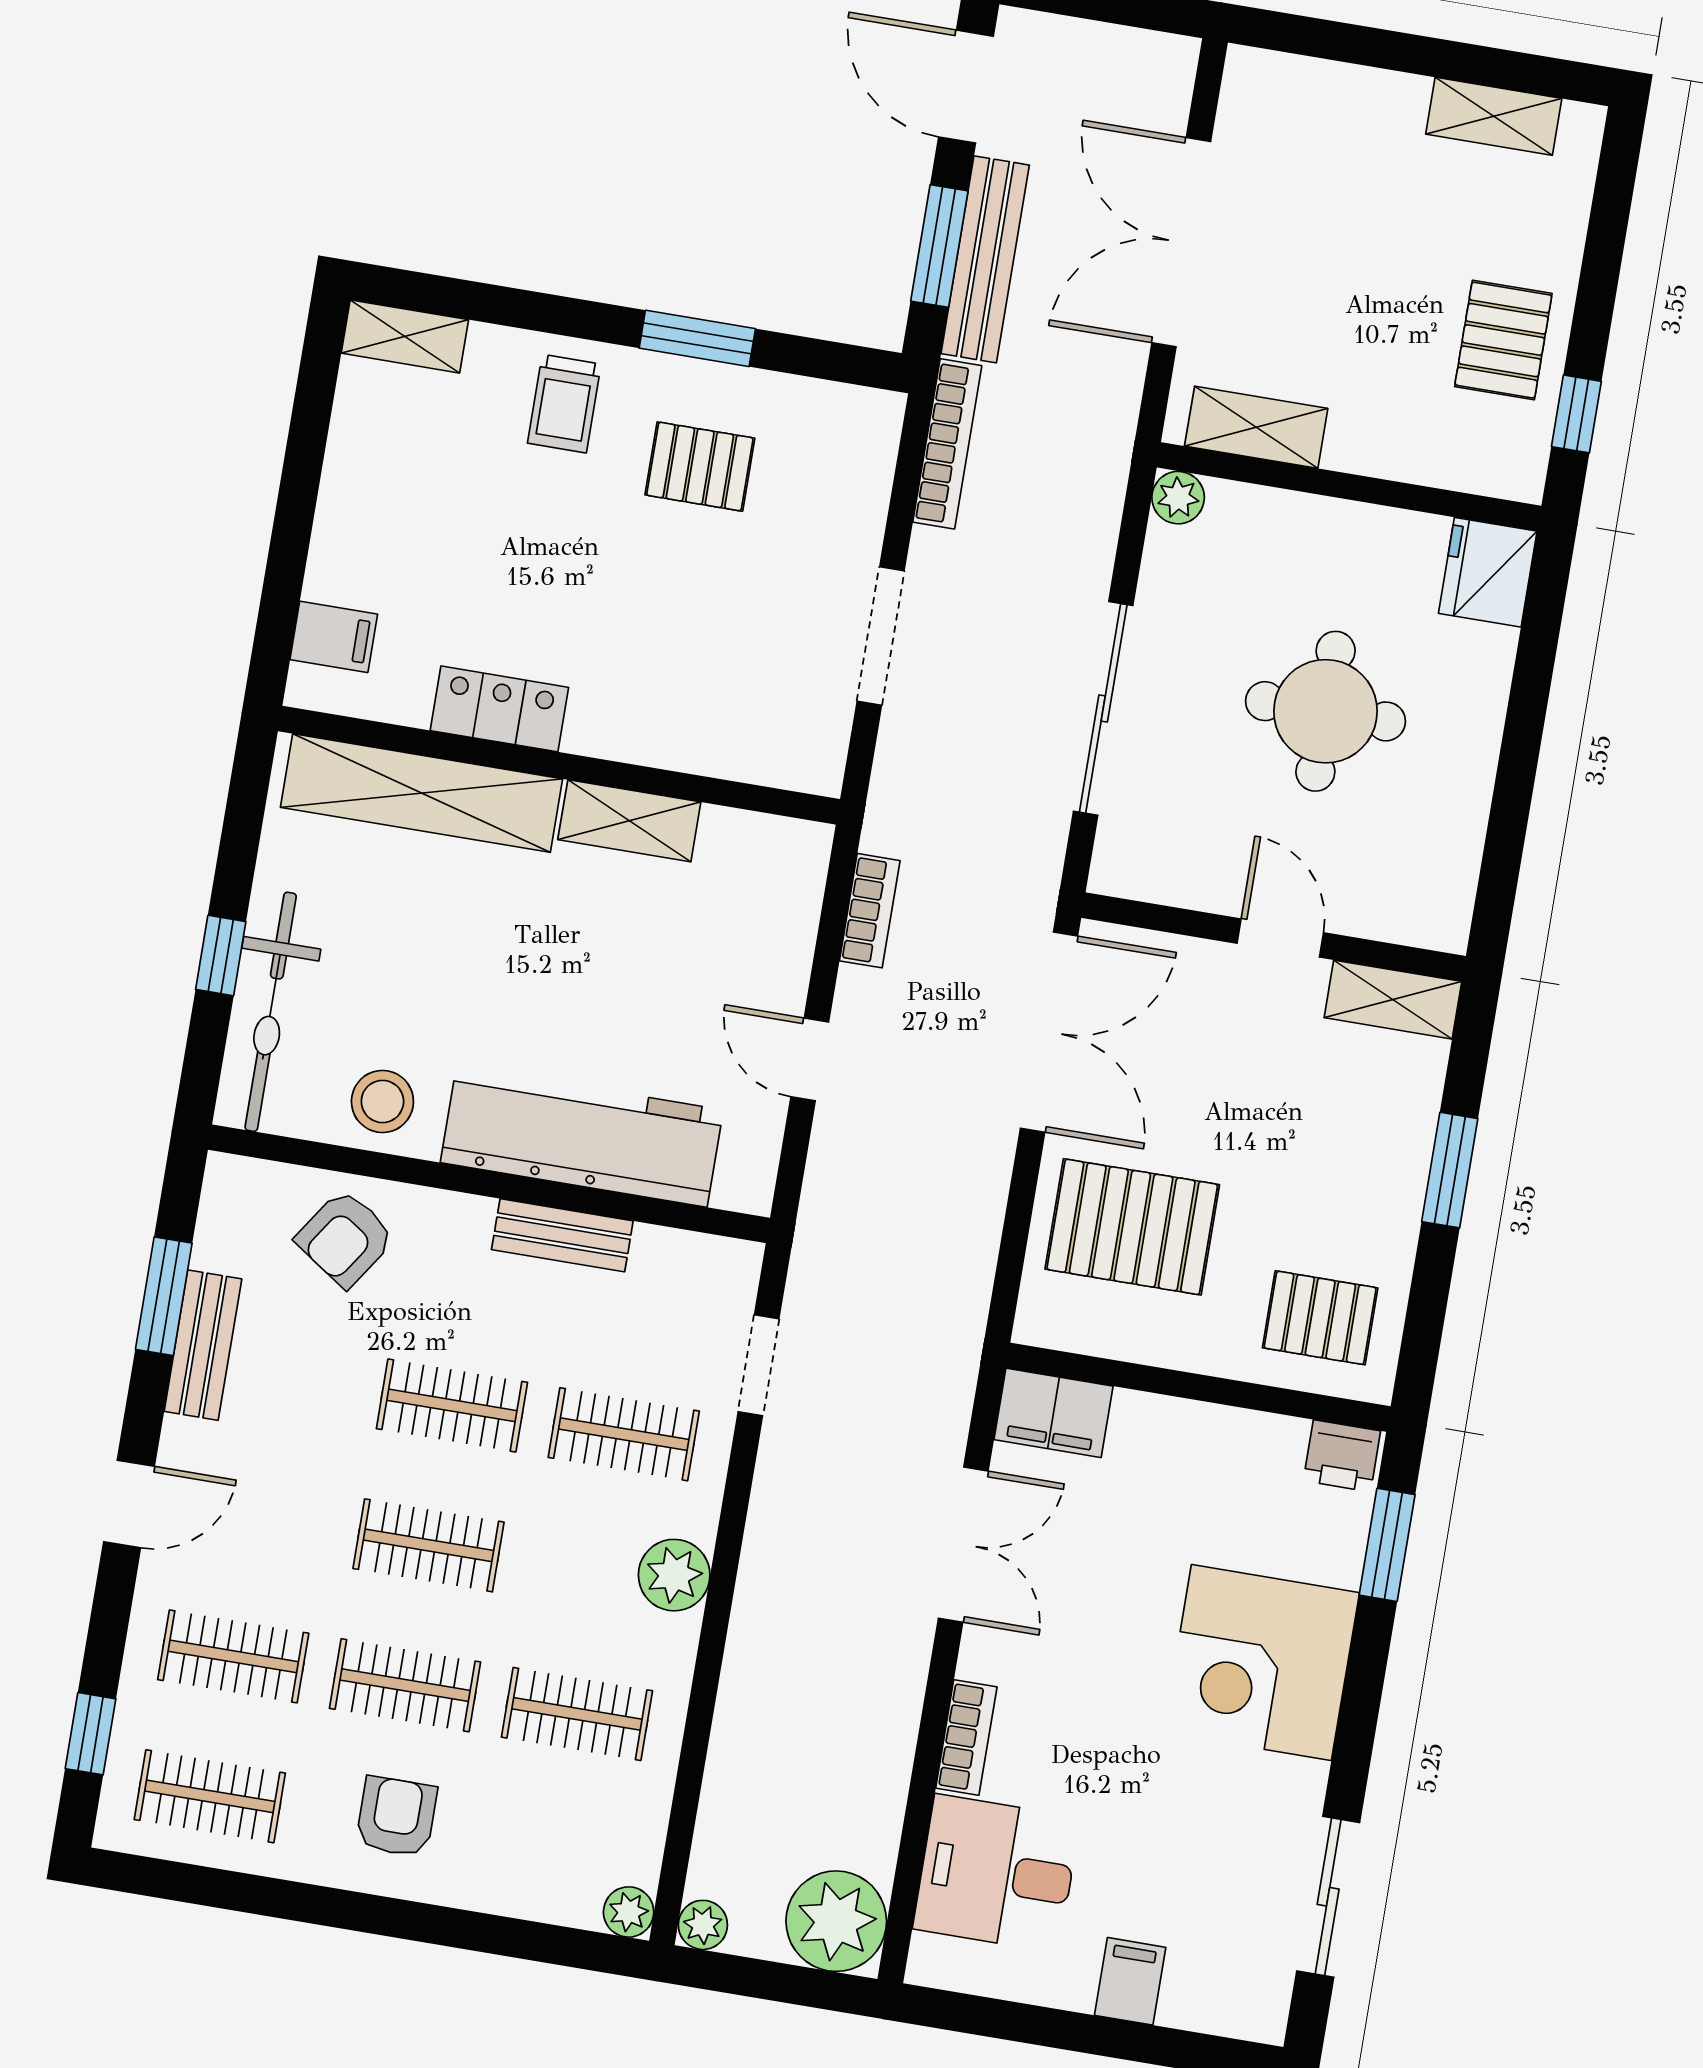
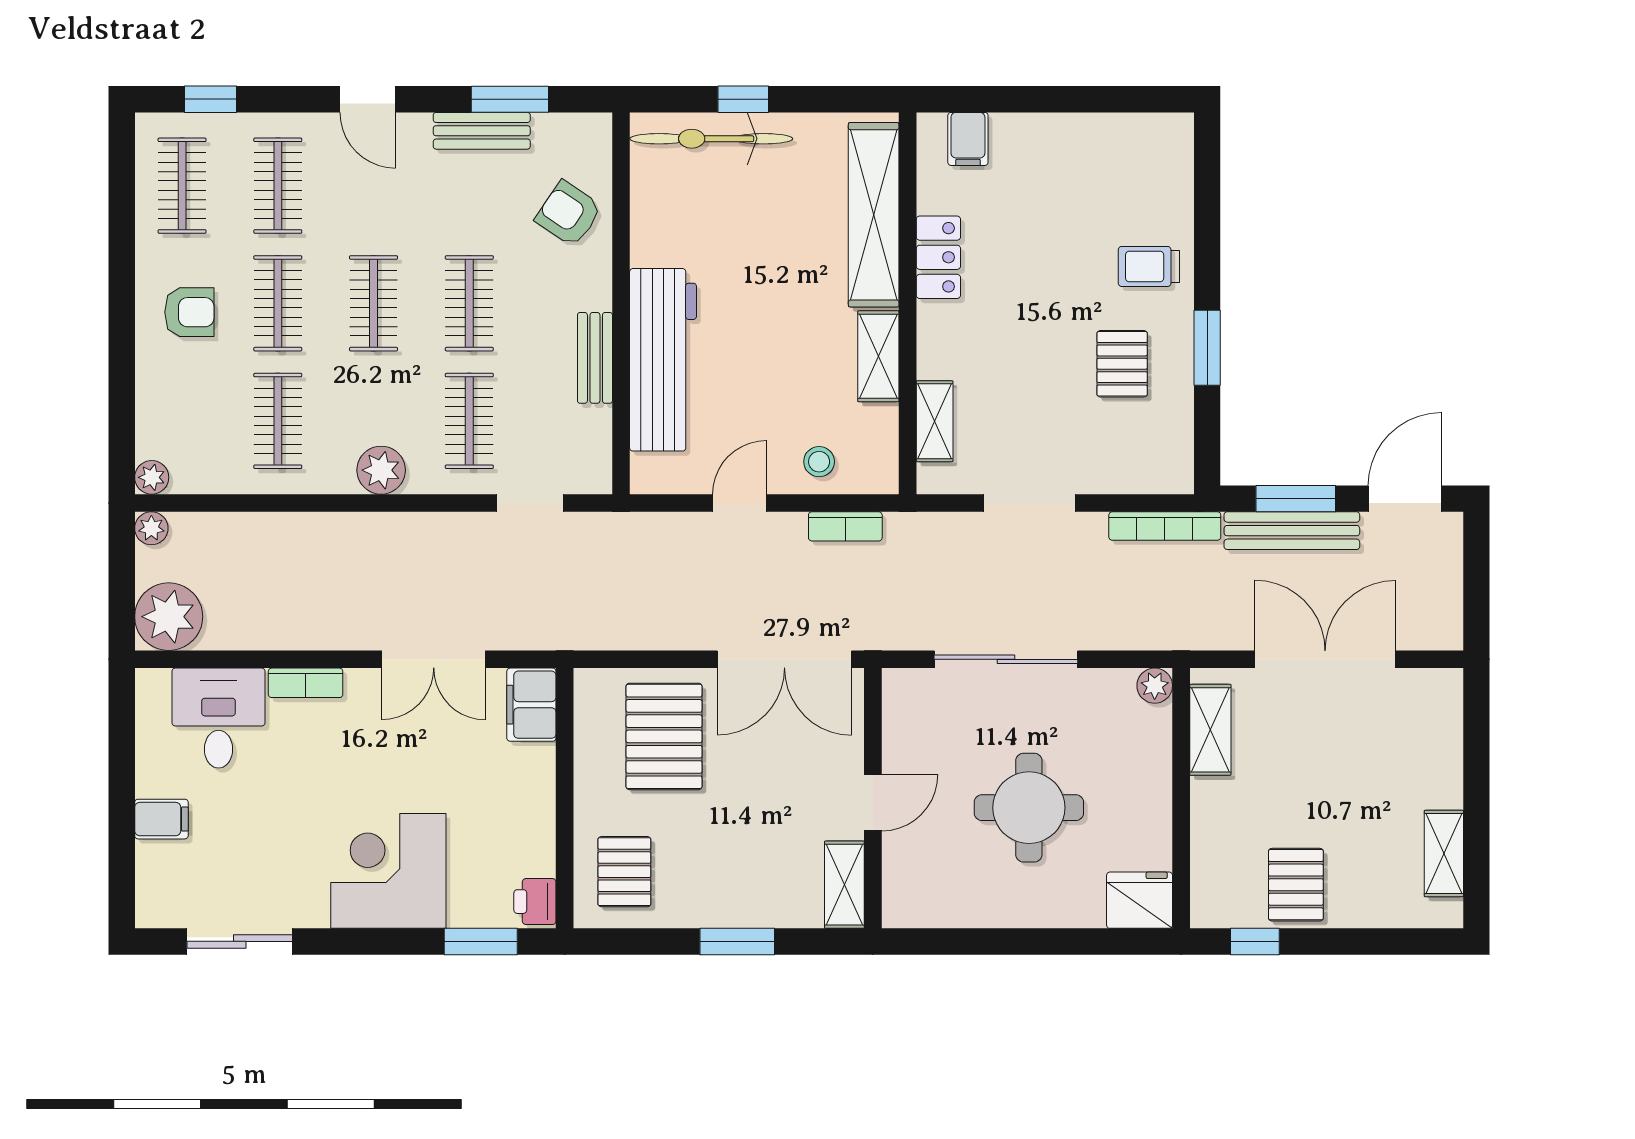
shelving: (405, 336) -> (935, 421), moved
pallet: (1503, 340) -> (1296, 885), turned 90
stool: (382, 1101) -> (819, 462), moved, width x0.73, depth x0.73

